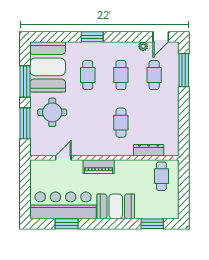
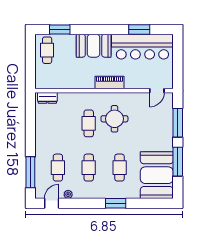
round table: (52, 112) -> (114, 119), moved
dresser: (149, 150) -> (47, 98), moved, width x0.70
door: (63, 158) -> (157, 91), moved
cafe table: (161, 176) -> (47, 50), moved

